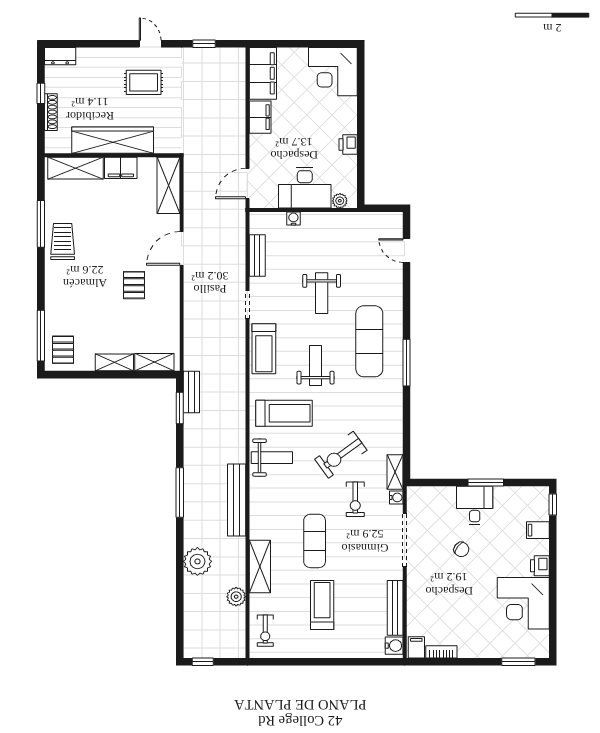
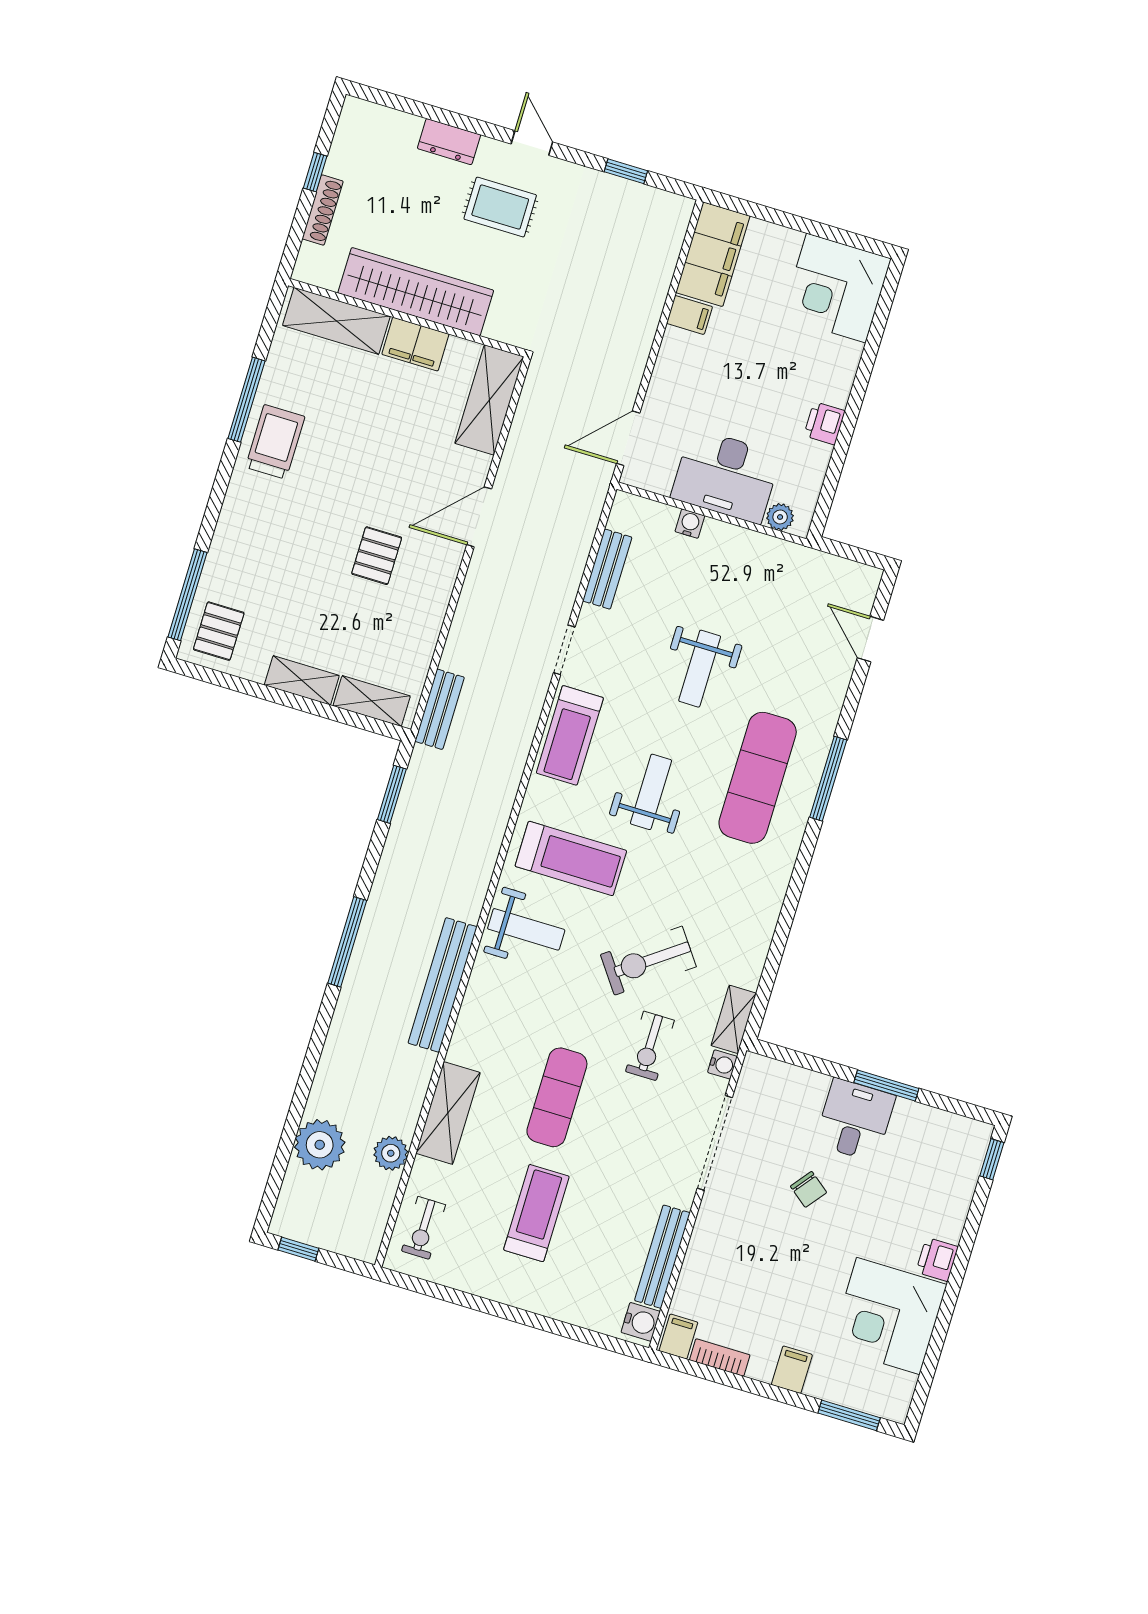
dresser: (60, 56) -> (449, 142), moved
filing cabinet: (260, 117) -> (689, 315), width x0.50
window: (407, 363) -> (828, 779), moved
bench: (191, 392) -> (440, 709), moved
filing cabinet: (538, 530) -> (792, 1370), moved, turned 90
plant: (197, 561) -> (320, 1145), moved

